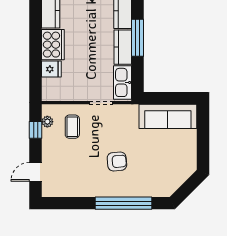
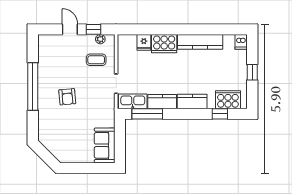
window: (138, 38) -> (147, 114), moved
sofa: (168, 116) -> (105, 145), width x0.73
door: (36, 172) -> (70, 29), moved
window: (123, 203) -> (33, 86), moved

